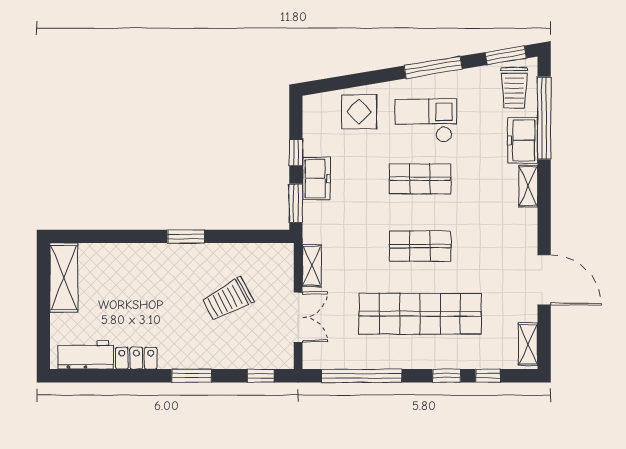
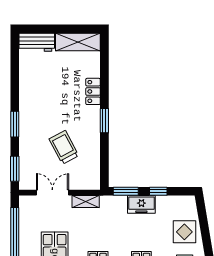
double door: (298, 317) -> (52, 193), swing flipped
workbench: (85, 355) -> (37, 42), moved, turned 90
locker: (136, 358) -> (93, 91), moved, turned 180
window: (261, 376) -> (15, 169), width x1.50

